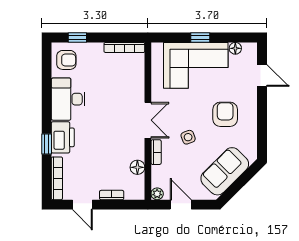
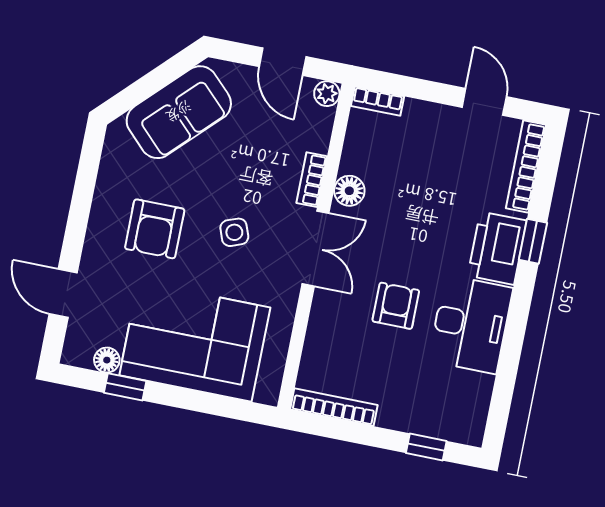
window: (200, 37) -> (125, 387), moved
armchair: (66, 60) -> (396, 306), moved, turned 90
double door: (148, 120) -> (316, 248), swing flipped
side table: (188, 137) -> (234, 232), moved
floor lamp: (137, 167) -> (349, 191), moved
bookcase: (112, 195) -> (377, 101), moved

